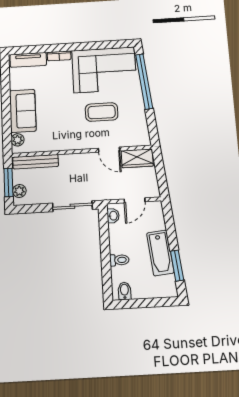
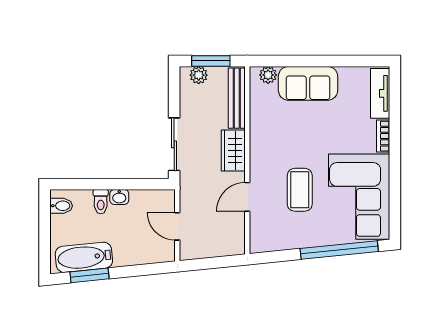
wardrobe: (137, 158) -> (233, 151), moved
washbasin: (113, 216) -> (119, 197), moved
bathtub: (160, 253) -> (84, 257), moved

